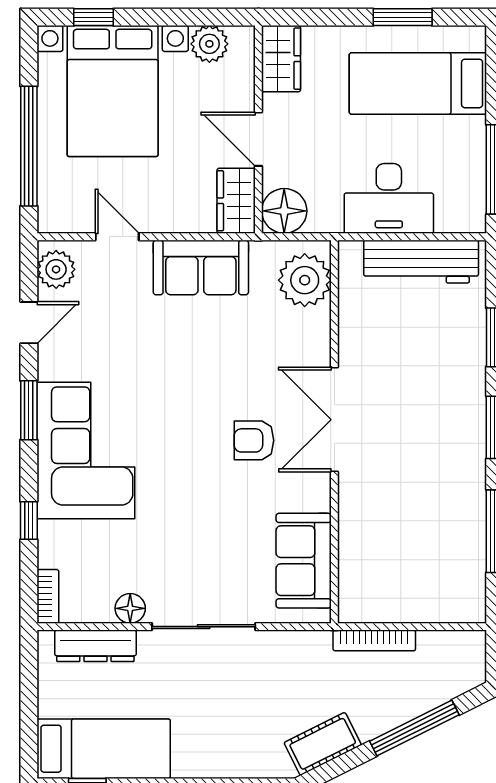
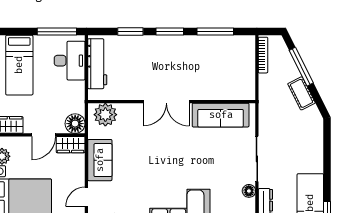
desk: (389, 198) -> (70, 61), moved
armchair: (254, 440) -> (175, 137), removed
sofa: (304, 561) -> (221, 115), width x1.36
bookcase: (374, 640) -> (263, 55), moved
cot: (323, 744) -> (301, 93), moved

